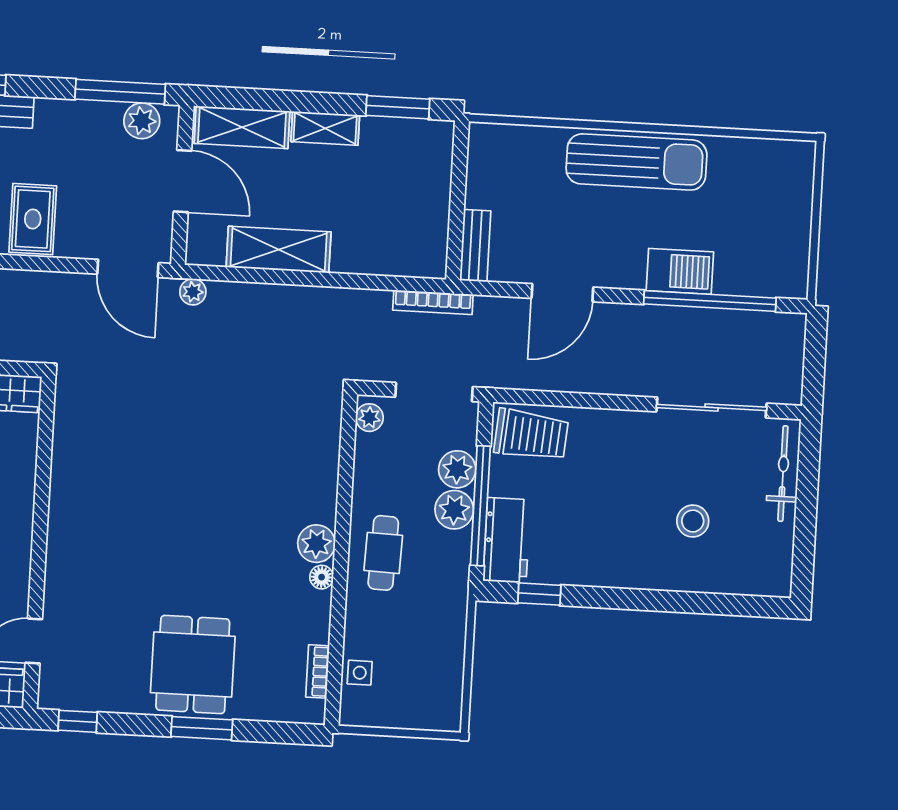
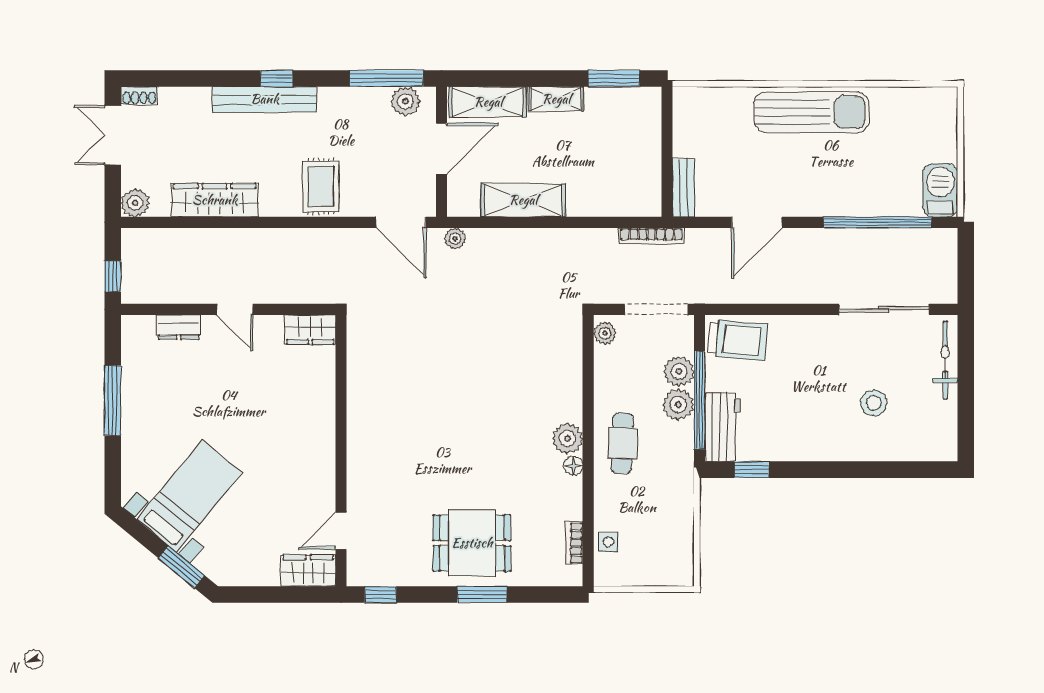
door: (183, 181) -> (441, 149), hinge flipped
barbecue: (680, 271) -> (940, 190), moved, turned -90
dining table: (193, 665) -> (472, 543), turned 90

